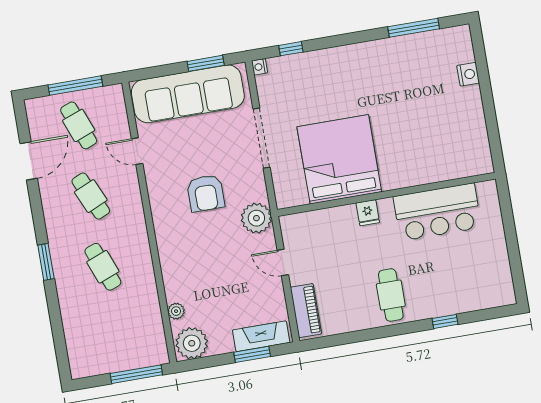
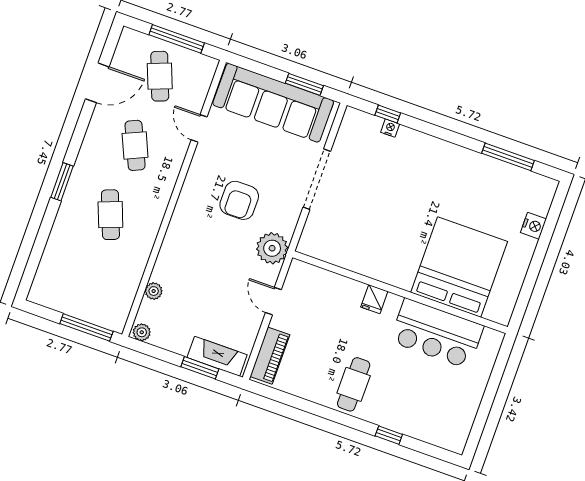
nightstand: (260, 67) -> (390, 128), moved, turned 90
bed: (339, 159) -> (459, 267), moved
plant: (192, 343) -> (142, 332), width x0.53, depth x0.53

